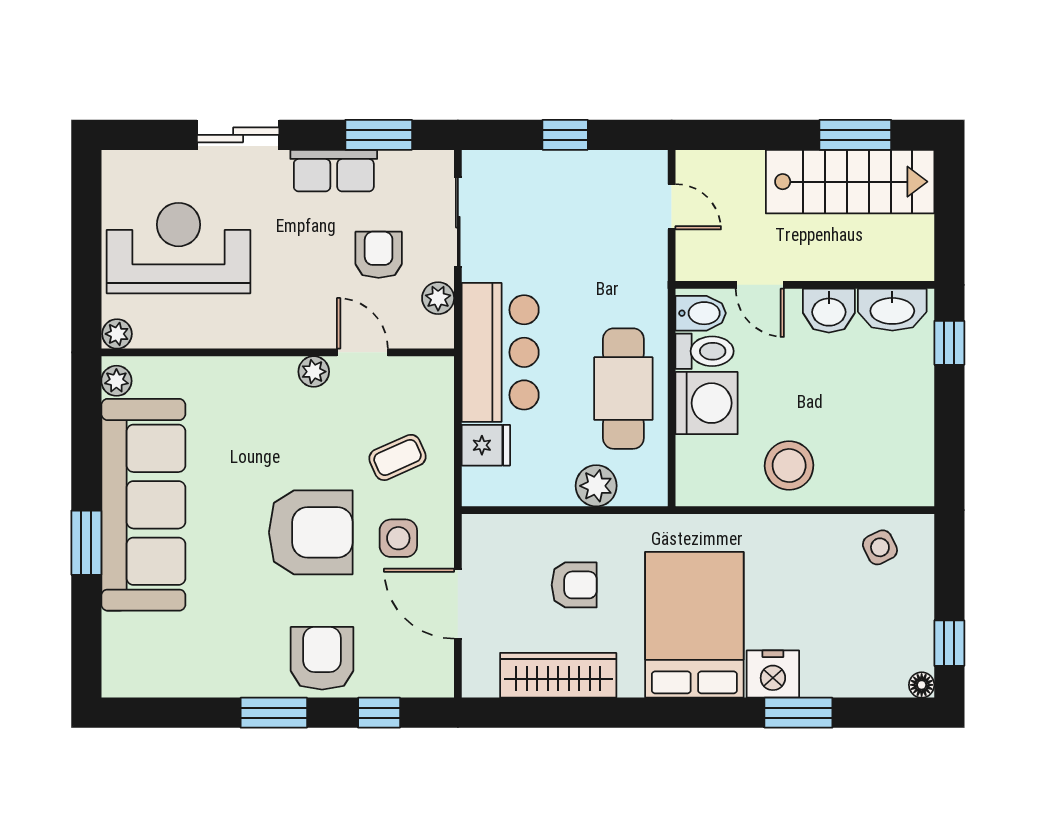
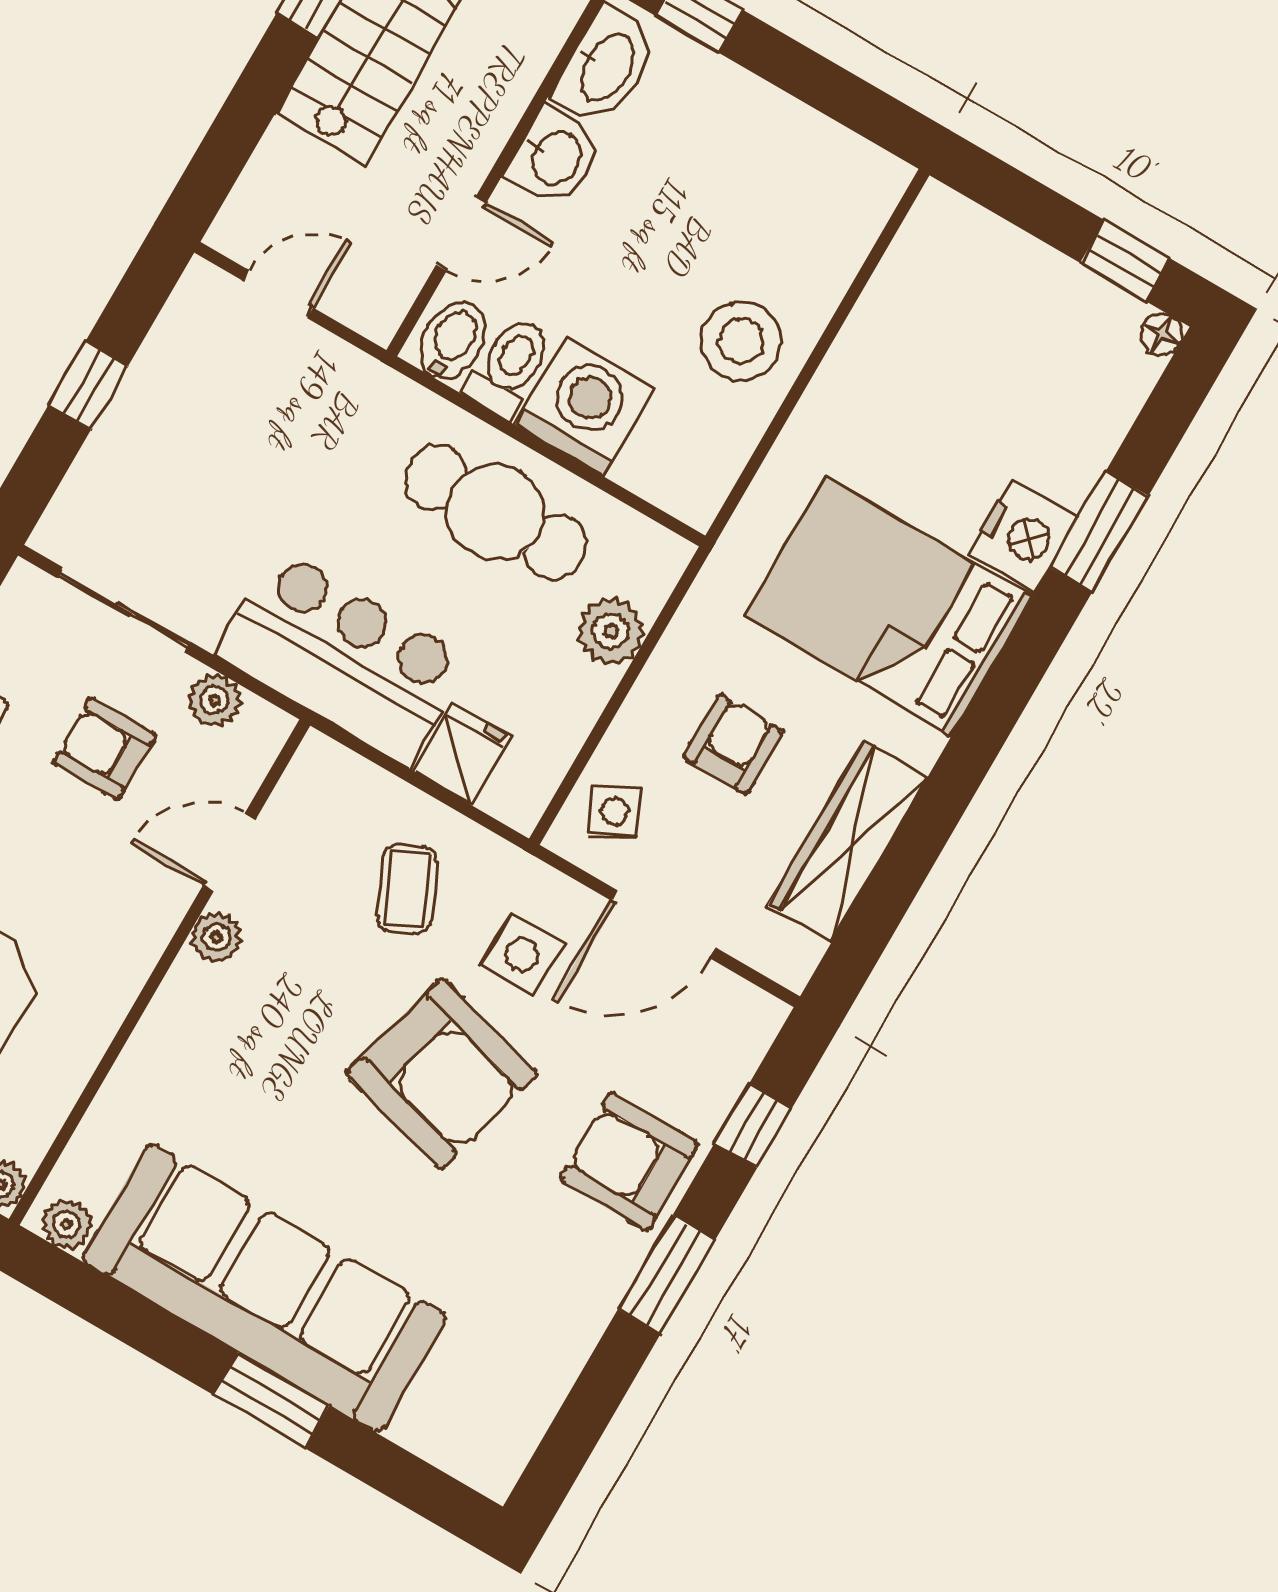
armchair: (311, 532) -> (441, 1074), turned 105
side table: (880, 547) -> (615, 811), moved

